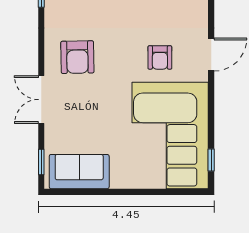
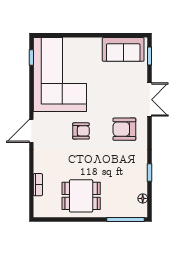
armchair: (77, 57) -> (124, 129), turned -89
armchair: (160, 57) -> (81, 131), moved, turned 90

